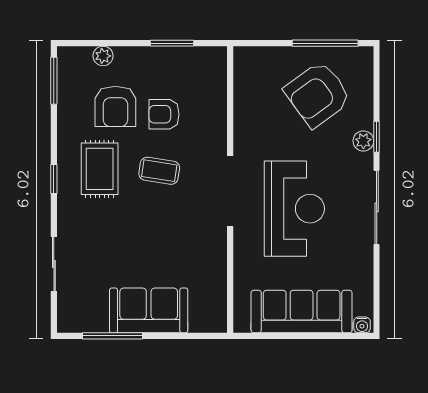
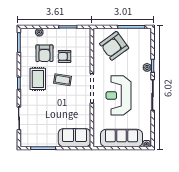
armchair: (318, 94) -> (114, 46), moved
reception desk: (294, 209) -> (118, 95), turned 180
sofa: (149, 310) -> (74, 138), moved

